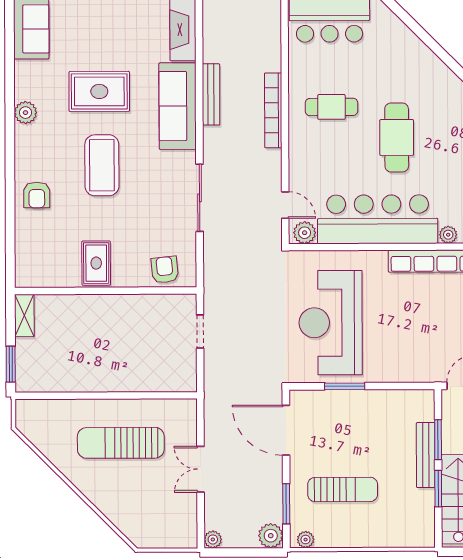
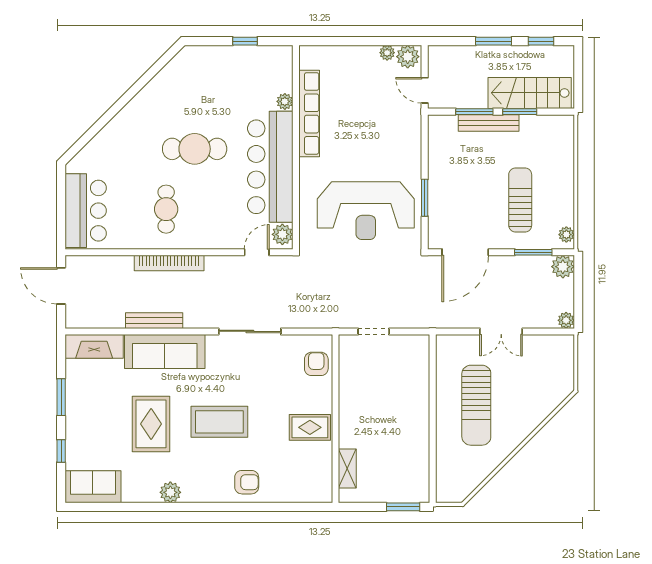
armchair: (165, 270) -> (316, 364), turned 96
shelving: (24, 315) -> (347, 469), moved, turned 90

